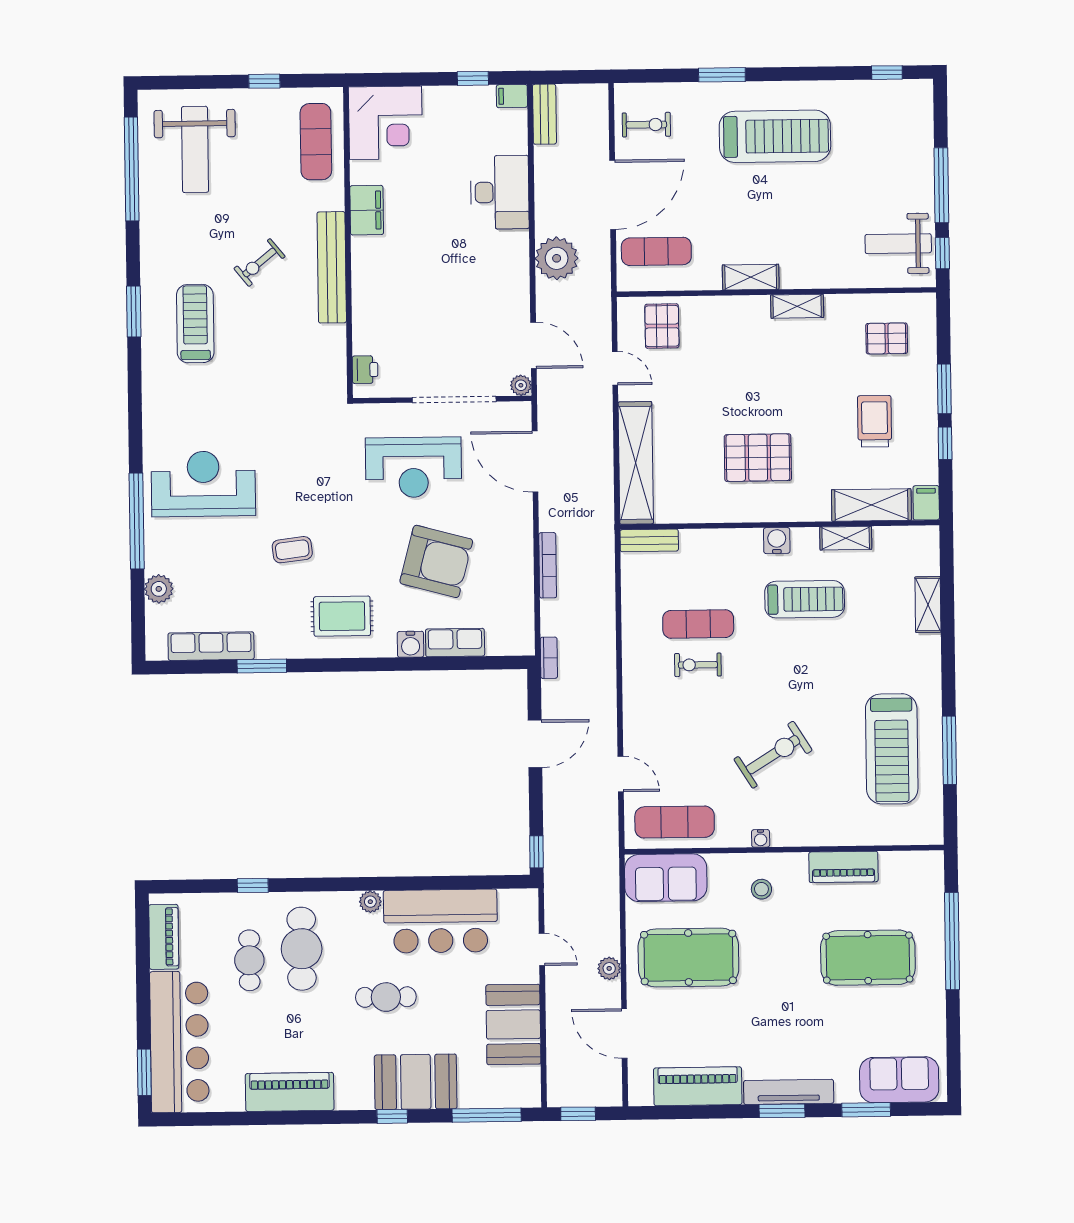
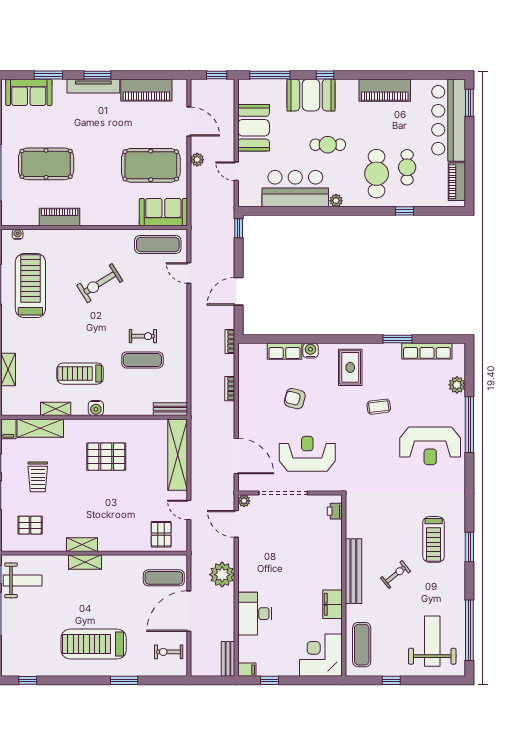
shelving: (751, 277) -> (85, 562), moved
armchair: (436, 561) -> (295, 399), width x0.53, depth x0.53
bookcase: (548, 565) -> (230, 389), width x0.64
rug: (342, 616) -> (350, 367), turned 90
water cooler: (761, 838) -> (18, 234), moved
stool: (761, 889) -> (108, 205), removed

